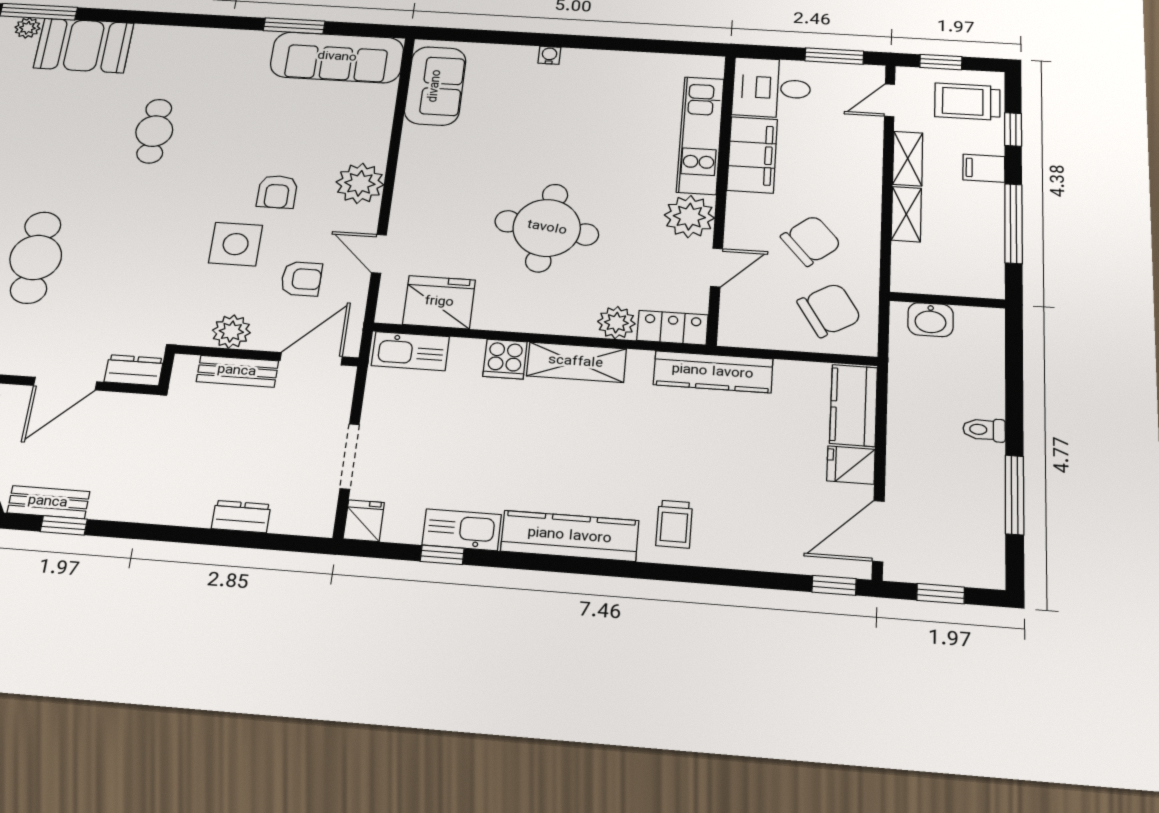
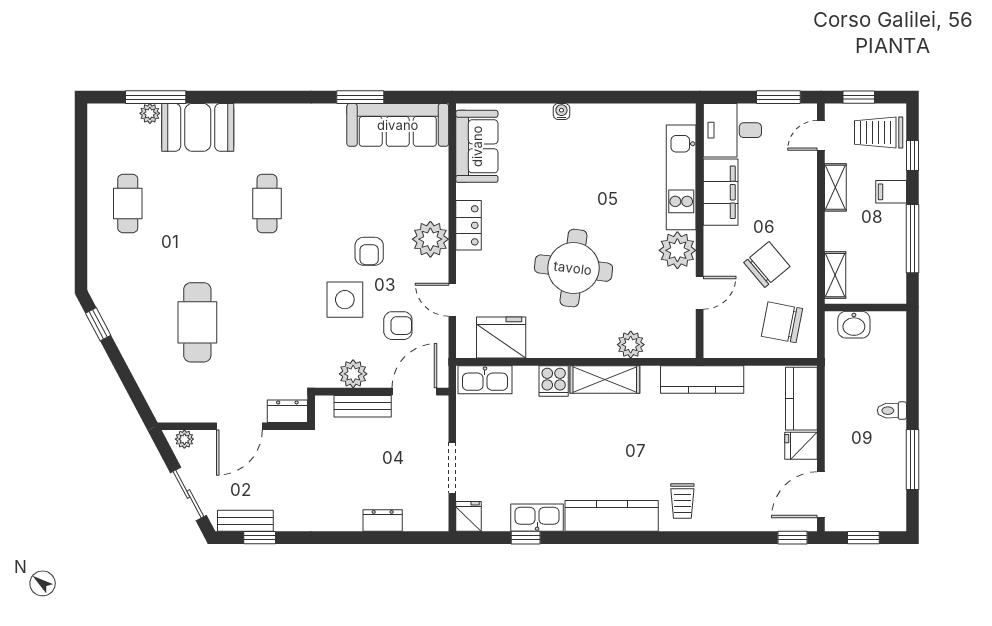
shelving: (906, 214) -> (835, 275), moved
chair: (829, 310) -> (782, 322), turned -138
locker: (673, 328) -> (468, 225), moved, turned 90

